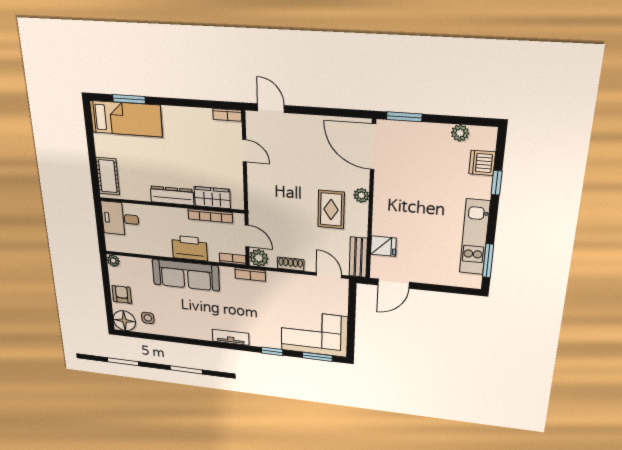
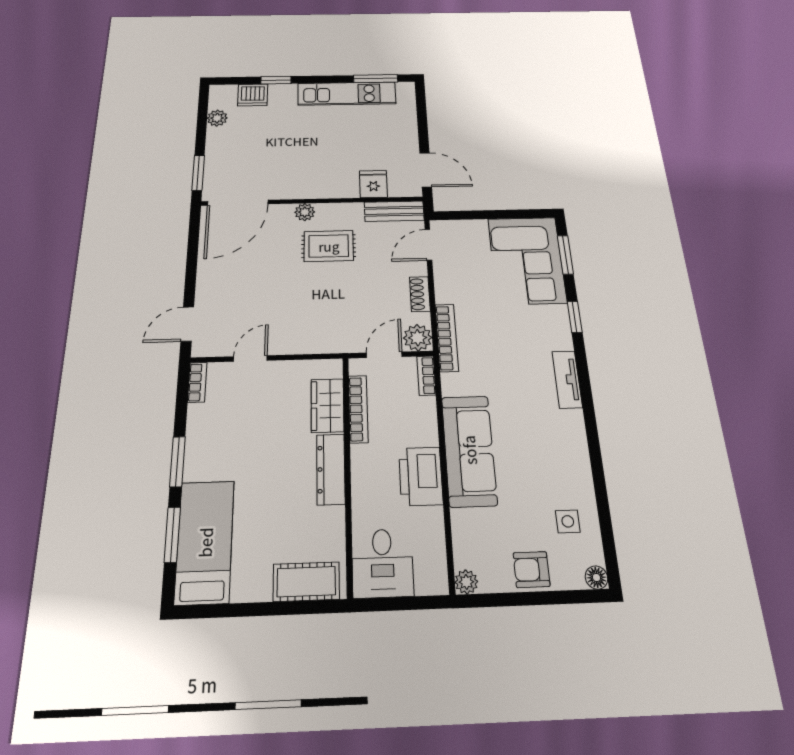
window: (174, 102) -> (178, 462), added
printer: (190, 248) -> (421, 476), moved
bookcase: (250, 274) -> (447, 338), width x1.56
floor lamp: (124, 321) -> (596, 577), width x0.53, depth x0.53

